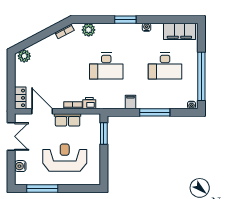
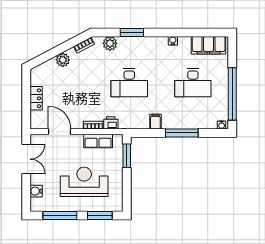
window: (125, 20) -> (132, 32), moved
plant: (24, 56) -> (63, 60), moved
locker: (20, 98) -> (36, 98), moved
row of seats: (68, 120) -> (98, 141), moved
window: (79, 189) -> (100, 215), added

